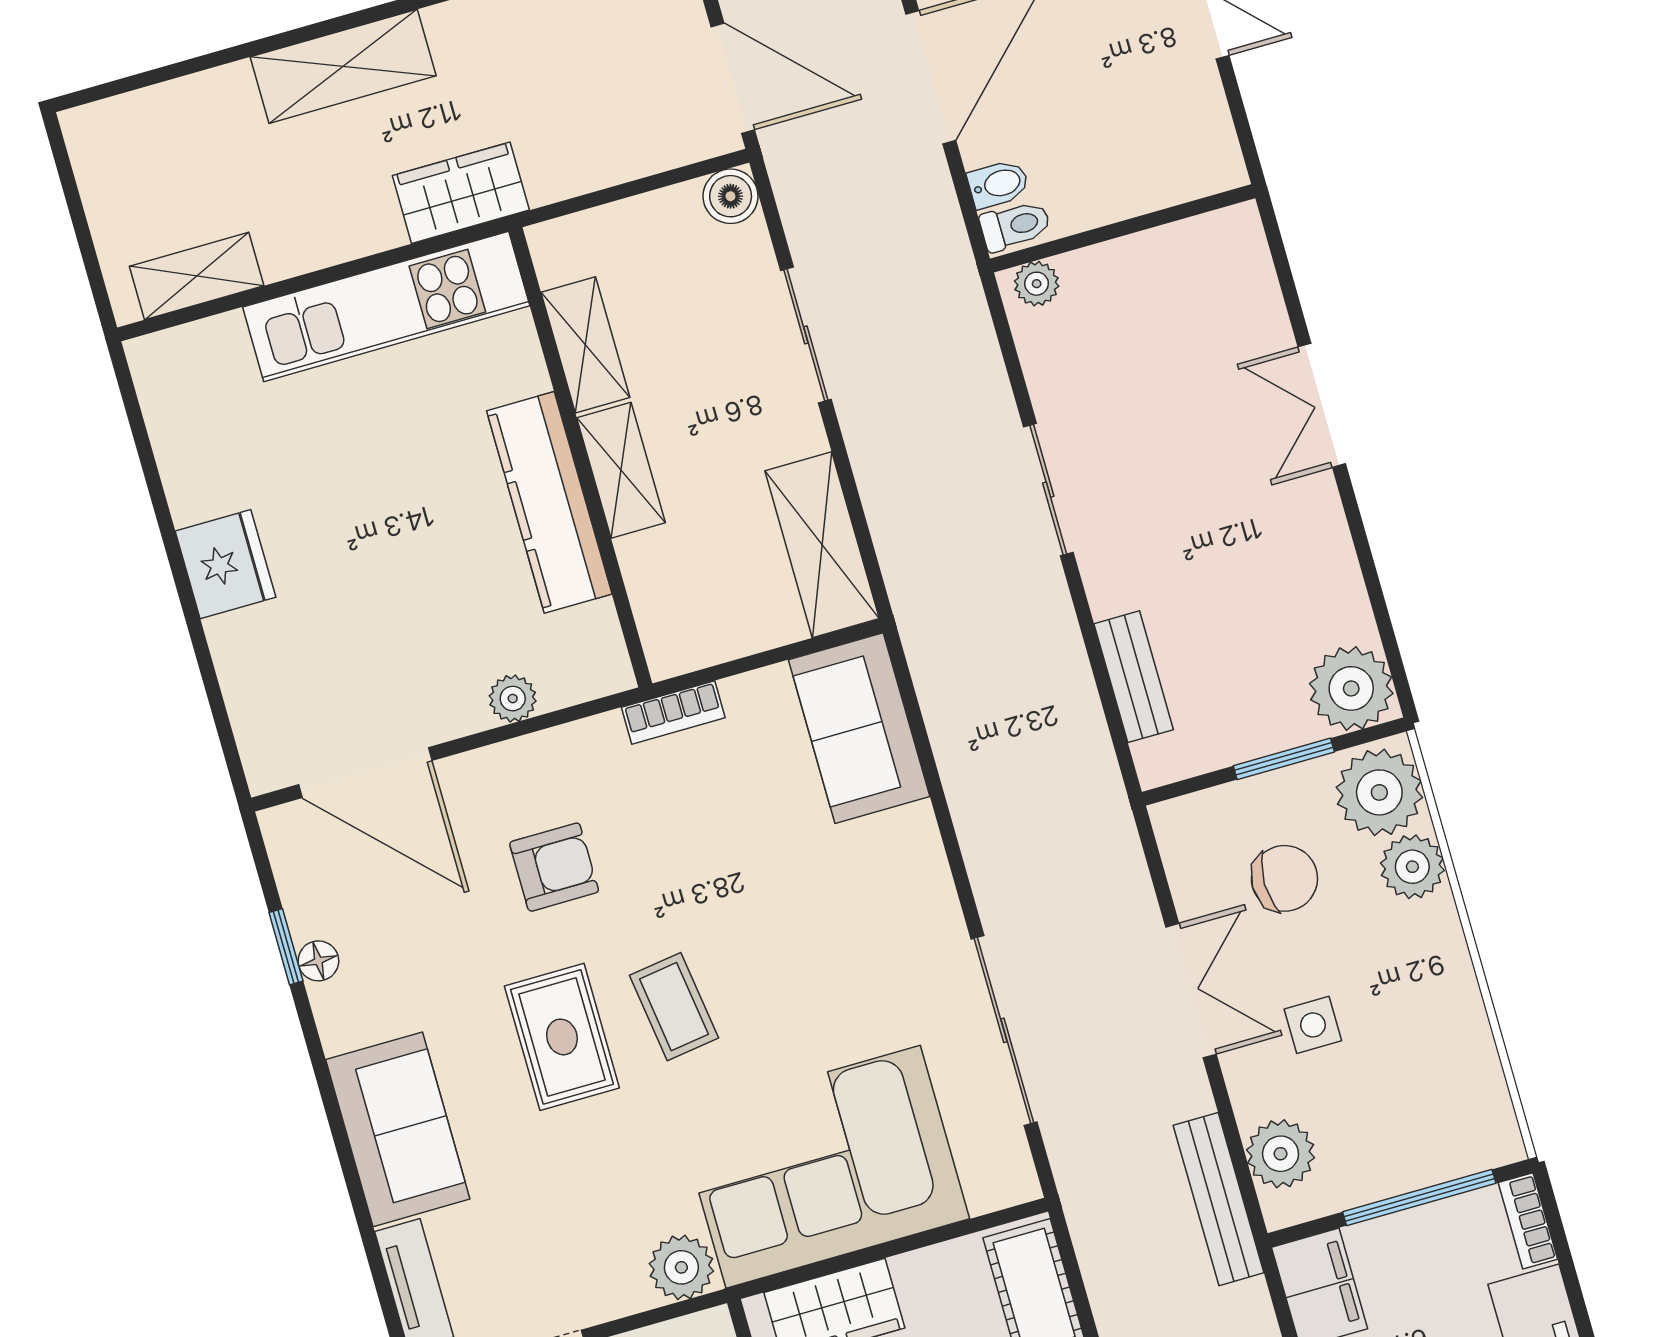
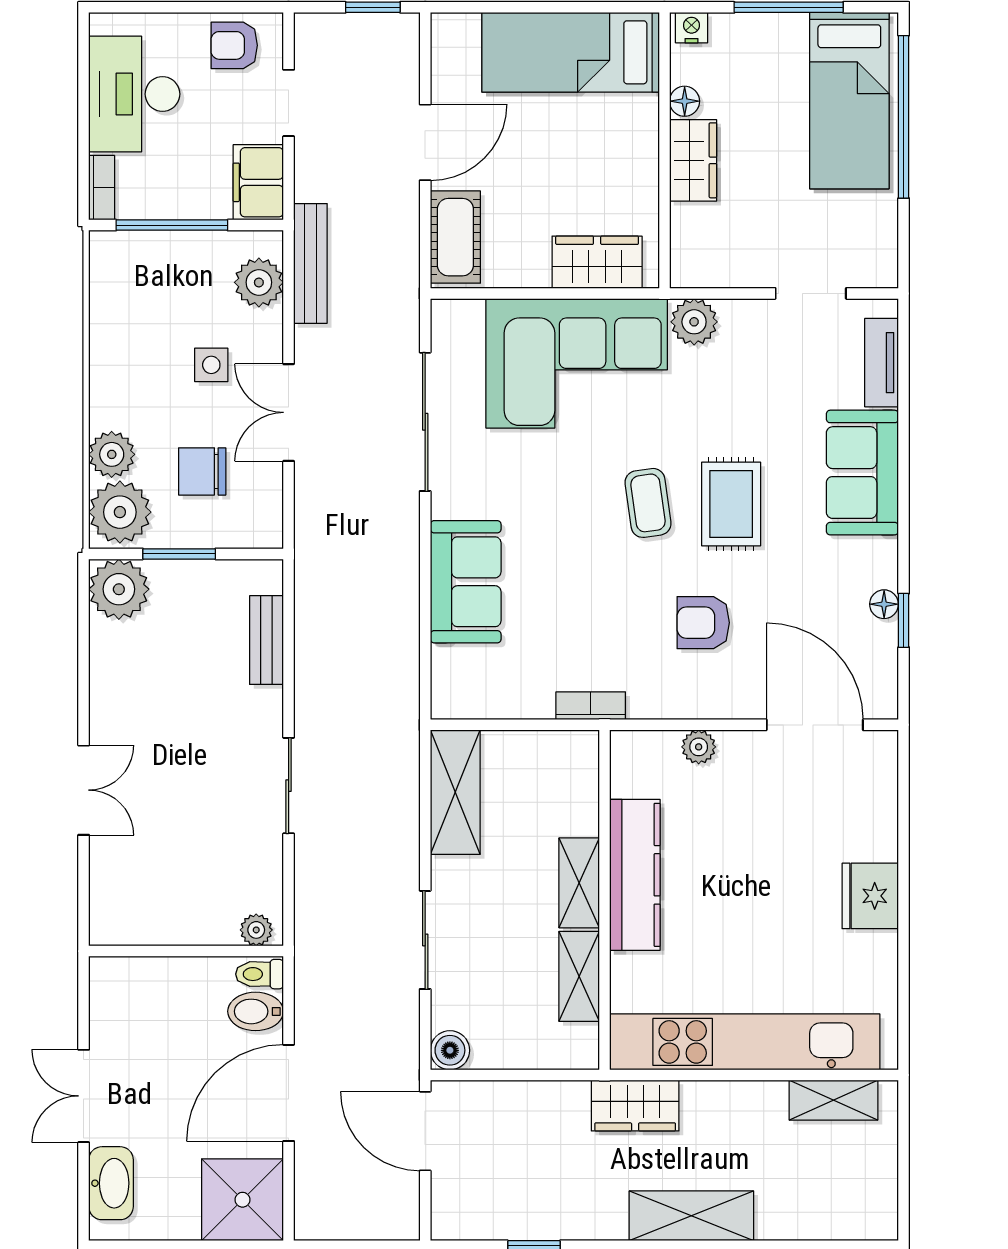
bidet: (998, 184) -> (256, 1011), width x1.38, depth x1.36
kitchen unit: (386, 306) -> (745, 1042), width x1.36
sofa: (859, 728) -> (466, 582), moved

